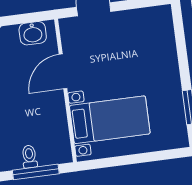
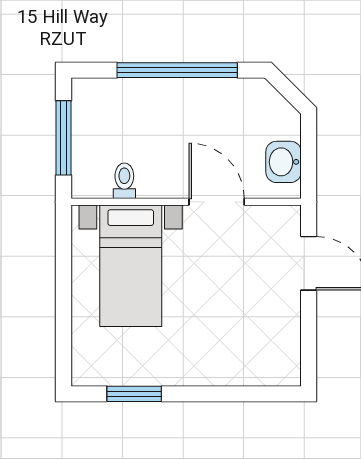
toilet: (29, 157) -> (124, 181), moved, turned -90

